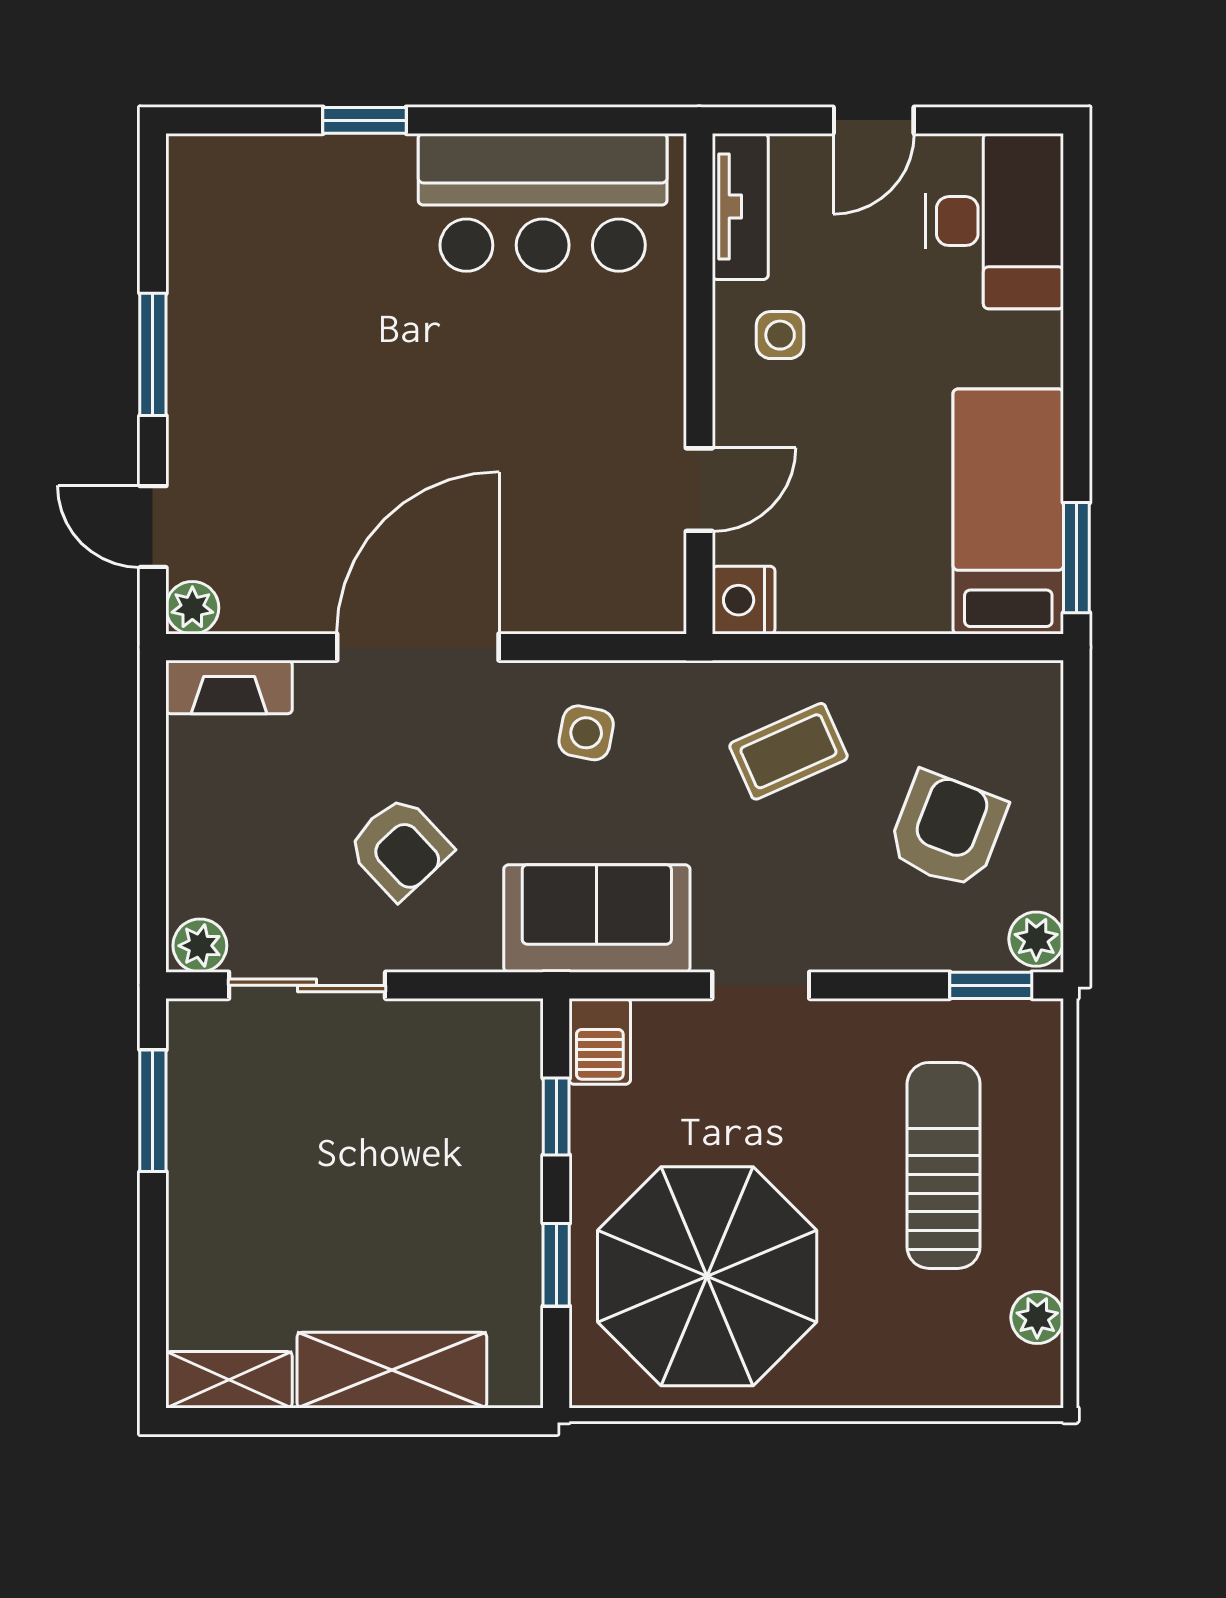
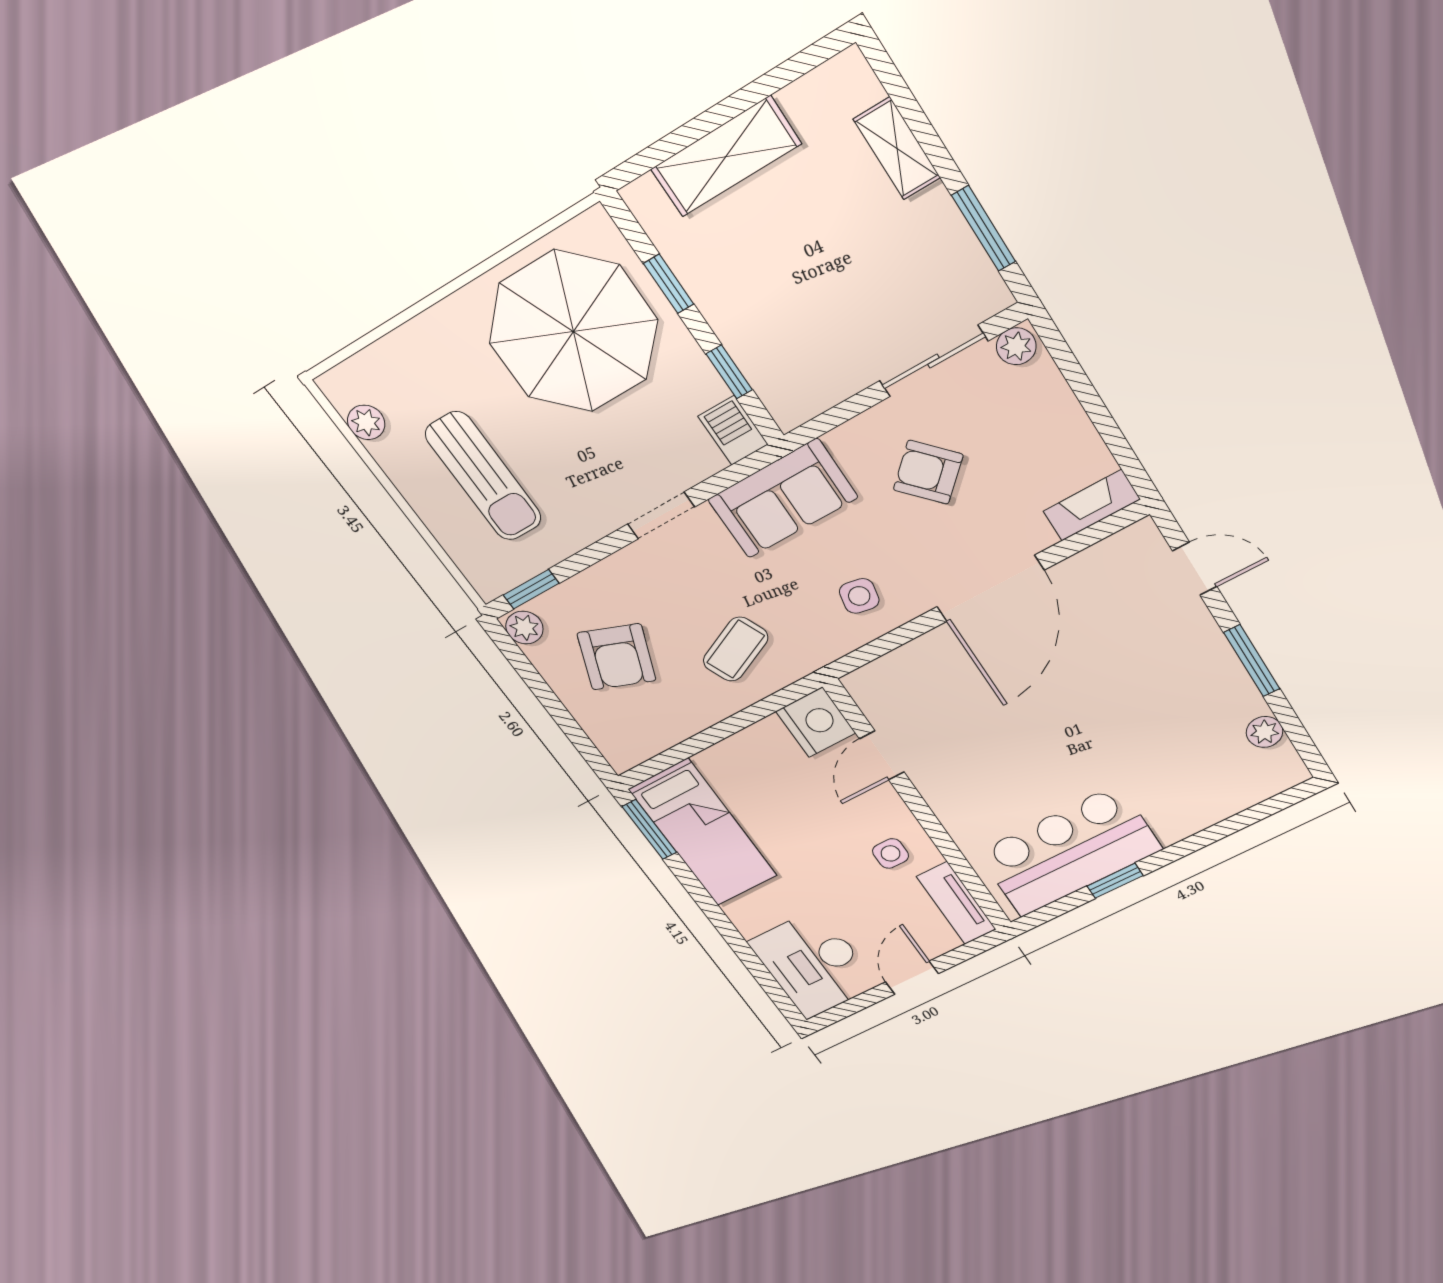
window: (365, 120) -> (1115, 881), moved
nightstand: (744, 600) -> (816, 722), width x1.36, depth x1.33
plant: (192, 608) -> (1265, 732), moved
shelving: (229, 1380) -> (897, 148), moved, turned 90

